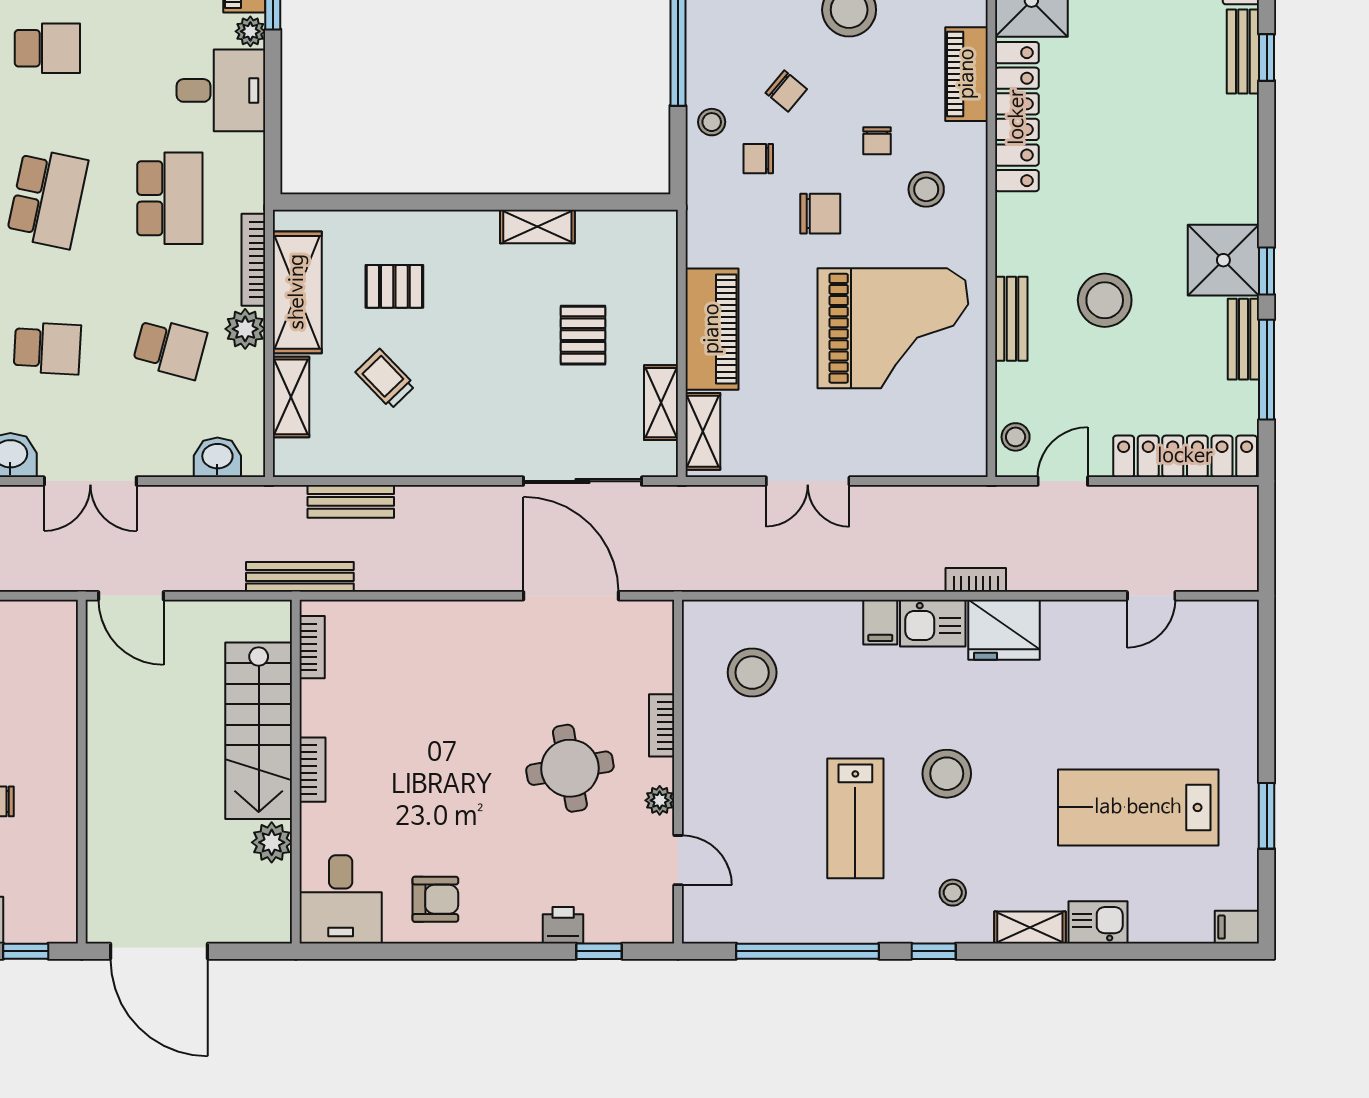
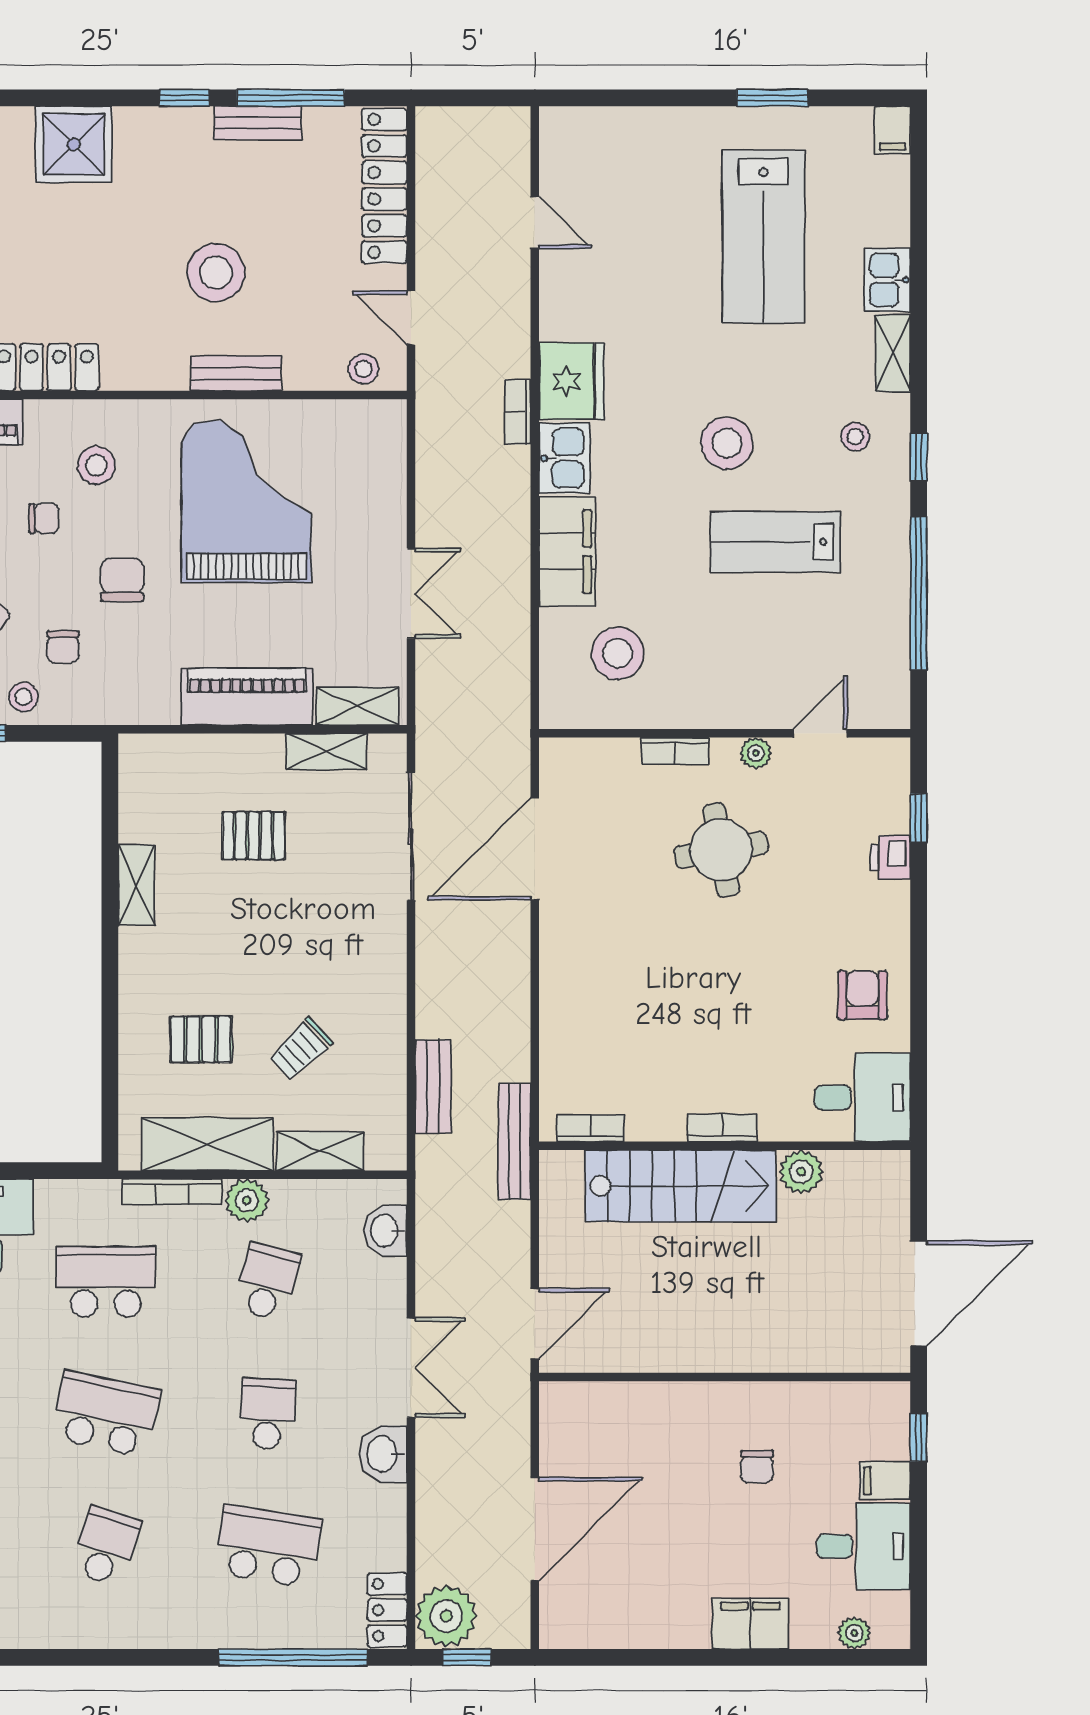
shower: (1223, 260) -> (74, 144), moved
pallet: (394, 286) -> (201, 1039), turned 90
filing cabinet: (880, 622) -> (567, 551), width x3.00, depth x1.17
lab bench: (855, 818) -> (775, 542), turned 180

